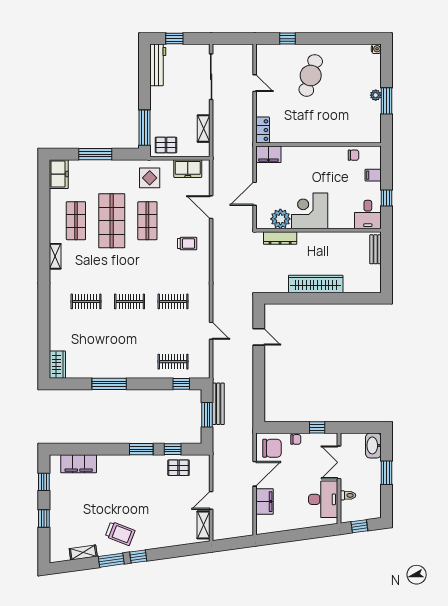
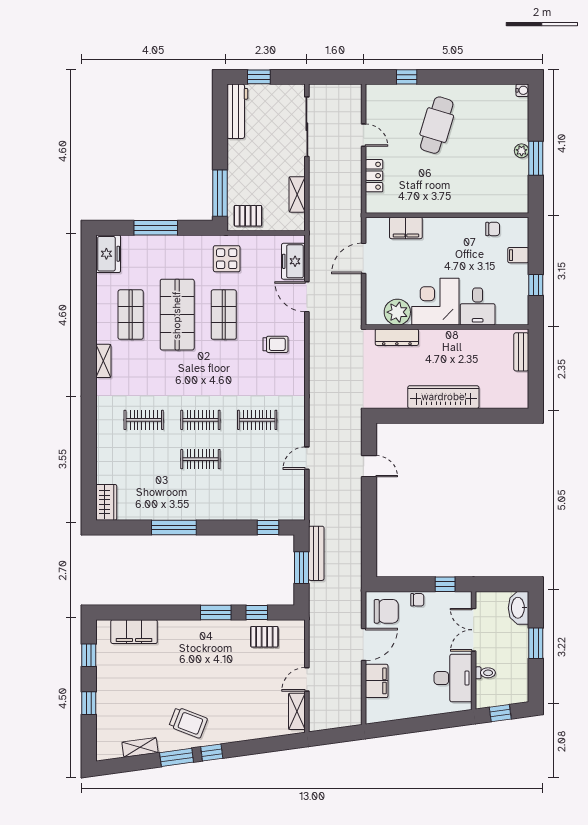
locker: (263, 130) -> (374, 176), moved
filing cabinet: (268, 154) -> (406, 228), moved
freezer: (188, 169) -> (293, 261), moved, turned 90
door: (255, 194) -> (364, 258), moved
desk: (368, 215) -> (478, 307), moved
door: (211, 331) -> (307, 458), swing flipped
clothes rail: (173, 362) -> (200, 459), moved

